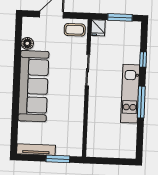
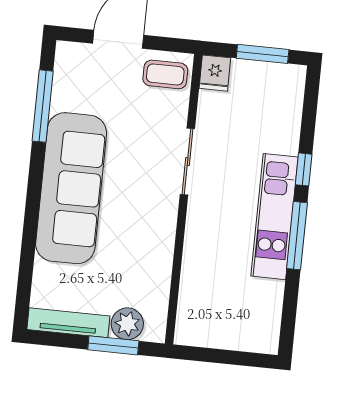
floor lamp: (27, 43) -> (63, 97), removed
window: (18, 48) -> (43, 106), added
window: (143, 59) -> (304, 169), moved
plant: (64, 148) -> (127, 324), added

